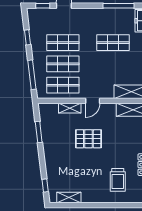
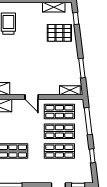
door: (93, 101) -> (32, 97), swing flipped
shelving: (70, 108) -> (70, 90), moved
pallet: (88, 139) -> (59, 33), moved

